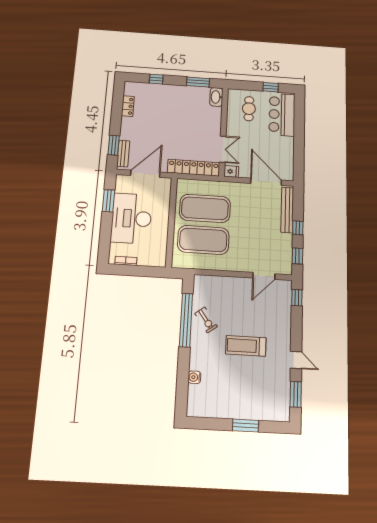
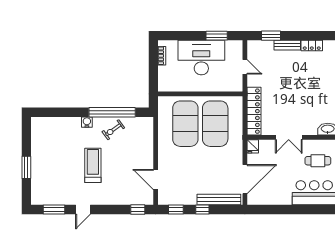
double door: (223, 149) -> (289, 137), moved
bench: (123, 154) -> (287, 45), moved
door: (145, 174) -> (245, 67), width x0.53
water cooler: (194, 377) -> (87, 122), moved

